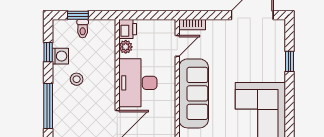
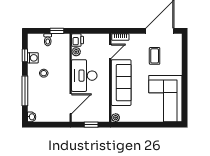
window: (78, 15) -> (57, 31), moved
coffee table: (244, 53) -> (155, 56), added
window: (290, 61) -> (185, 61), removed

